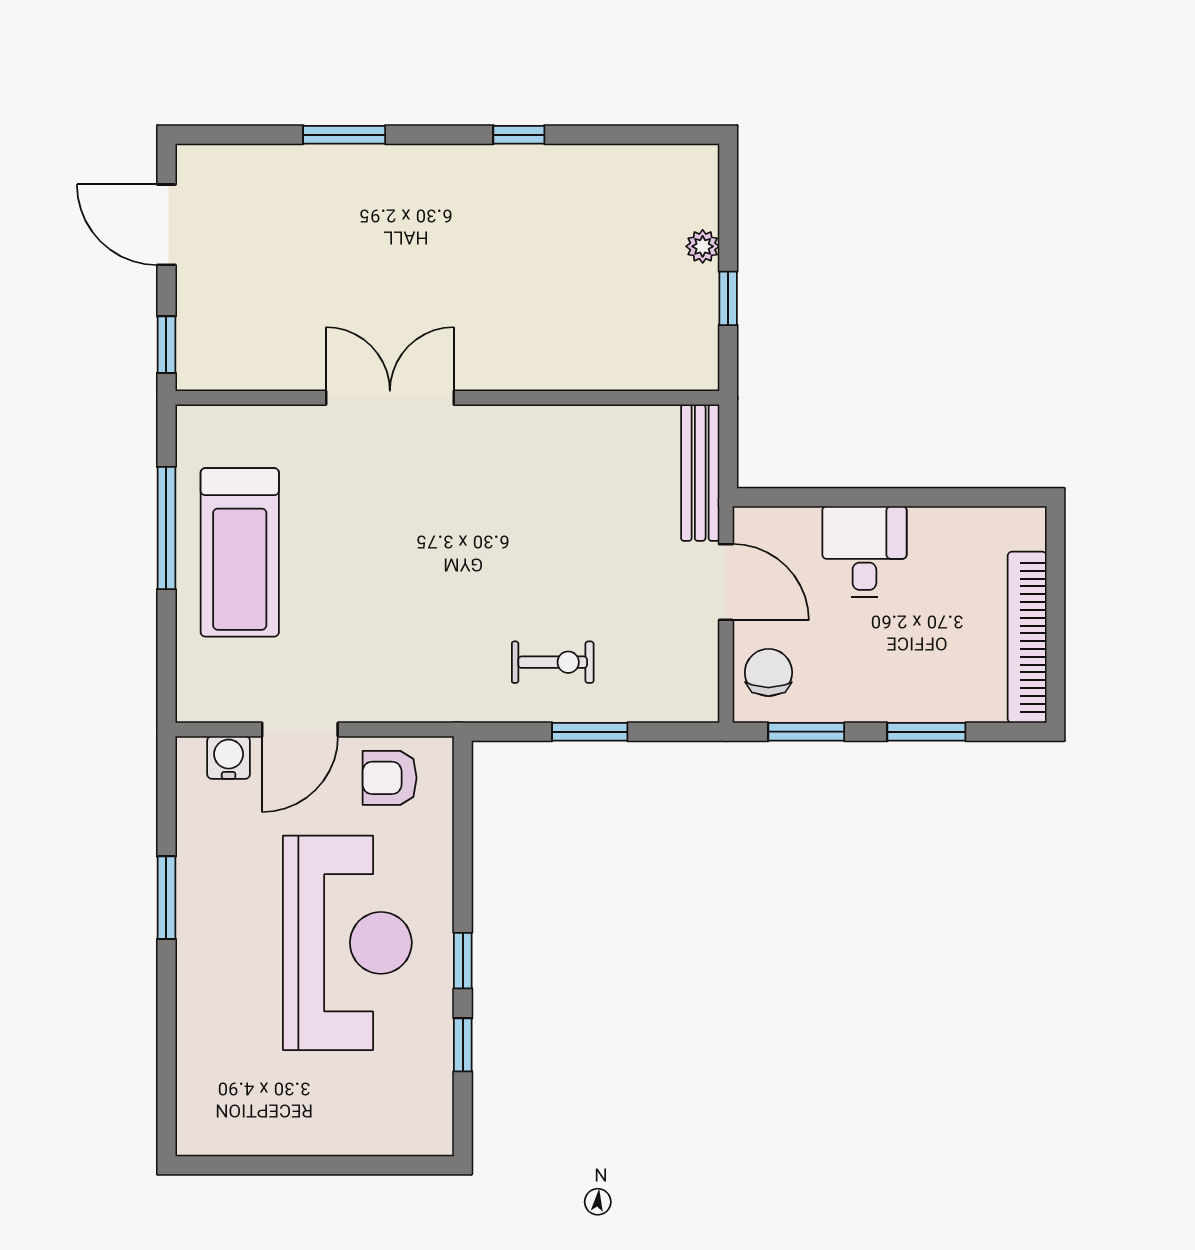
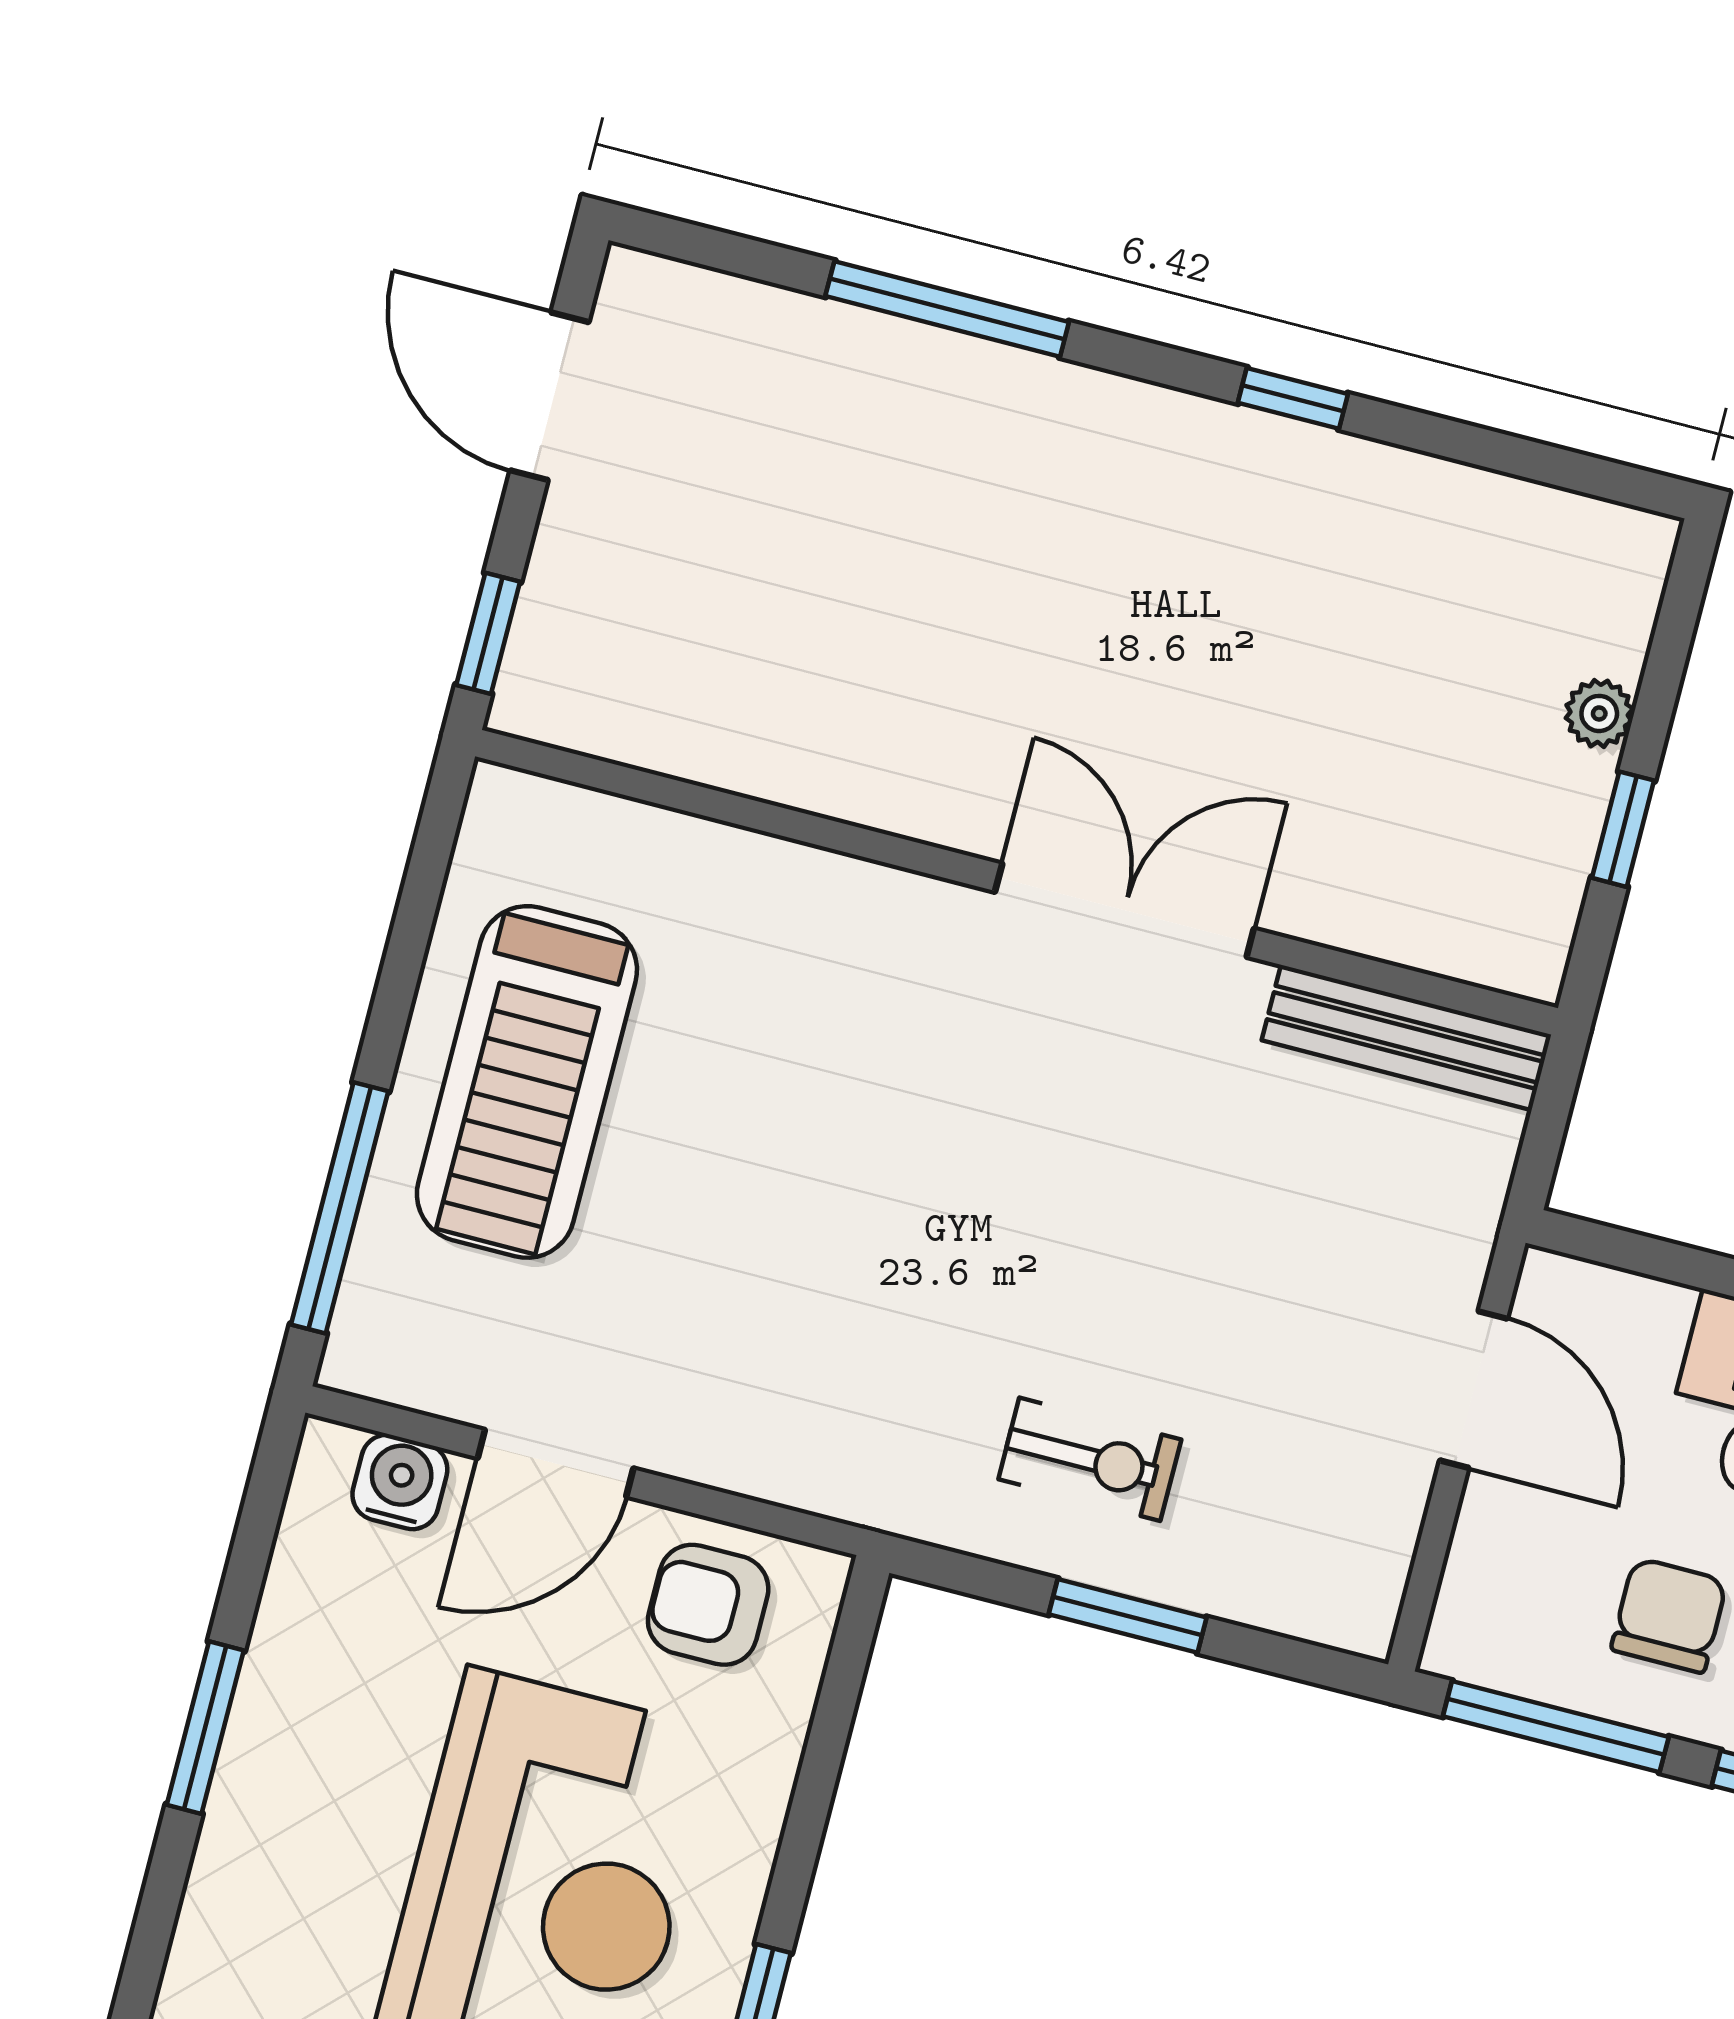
window: (344, 135) -> (947, 309), width x1.44
double door: (390, 398) -> (1124, 910), moved
bench: (700, 473) -> (1406, 1038), moved, turned 90
window: (166, 528) -> (340, 1208), moved
chair: (768, 673) -> (1669, 1615), moved
window: (806, 732) -> (1556, 1727), width x1.44

